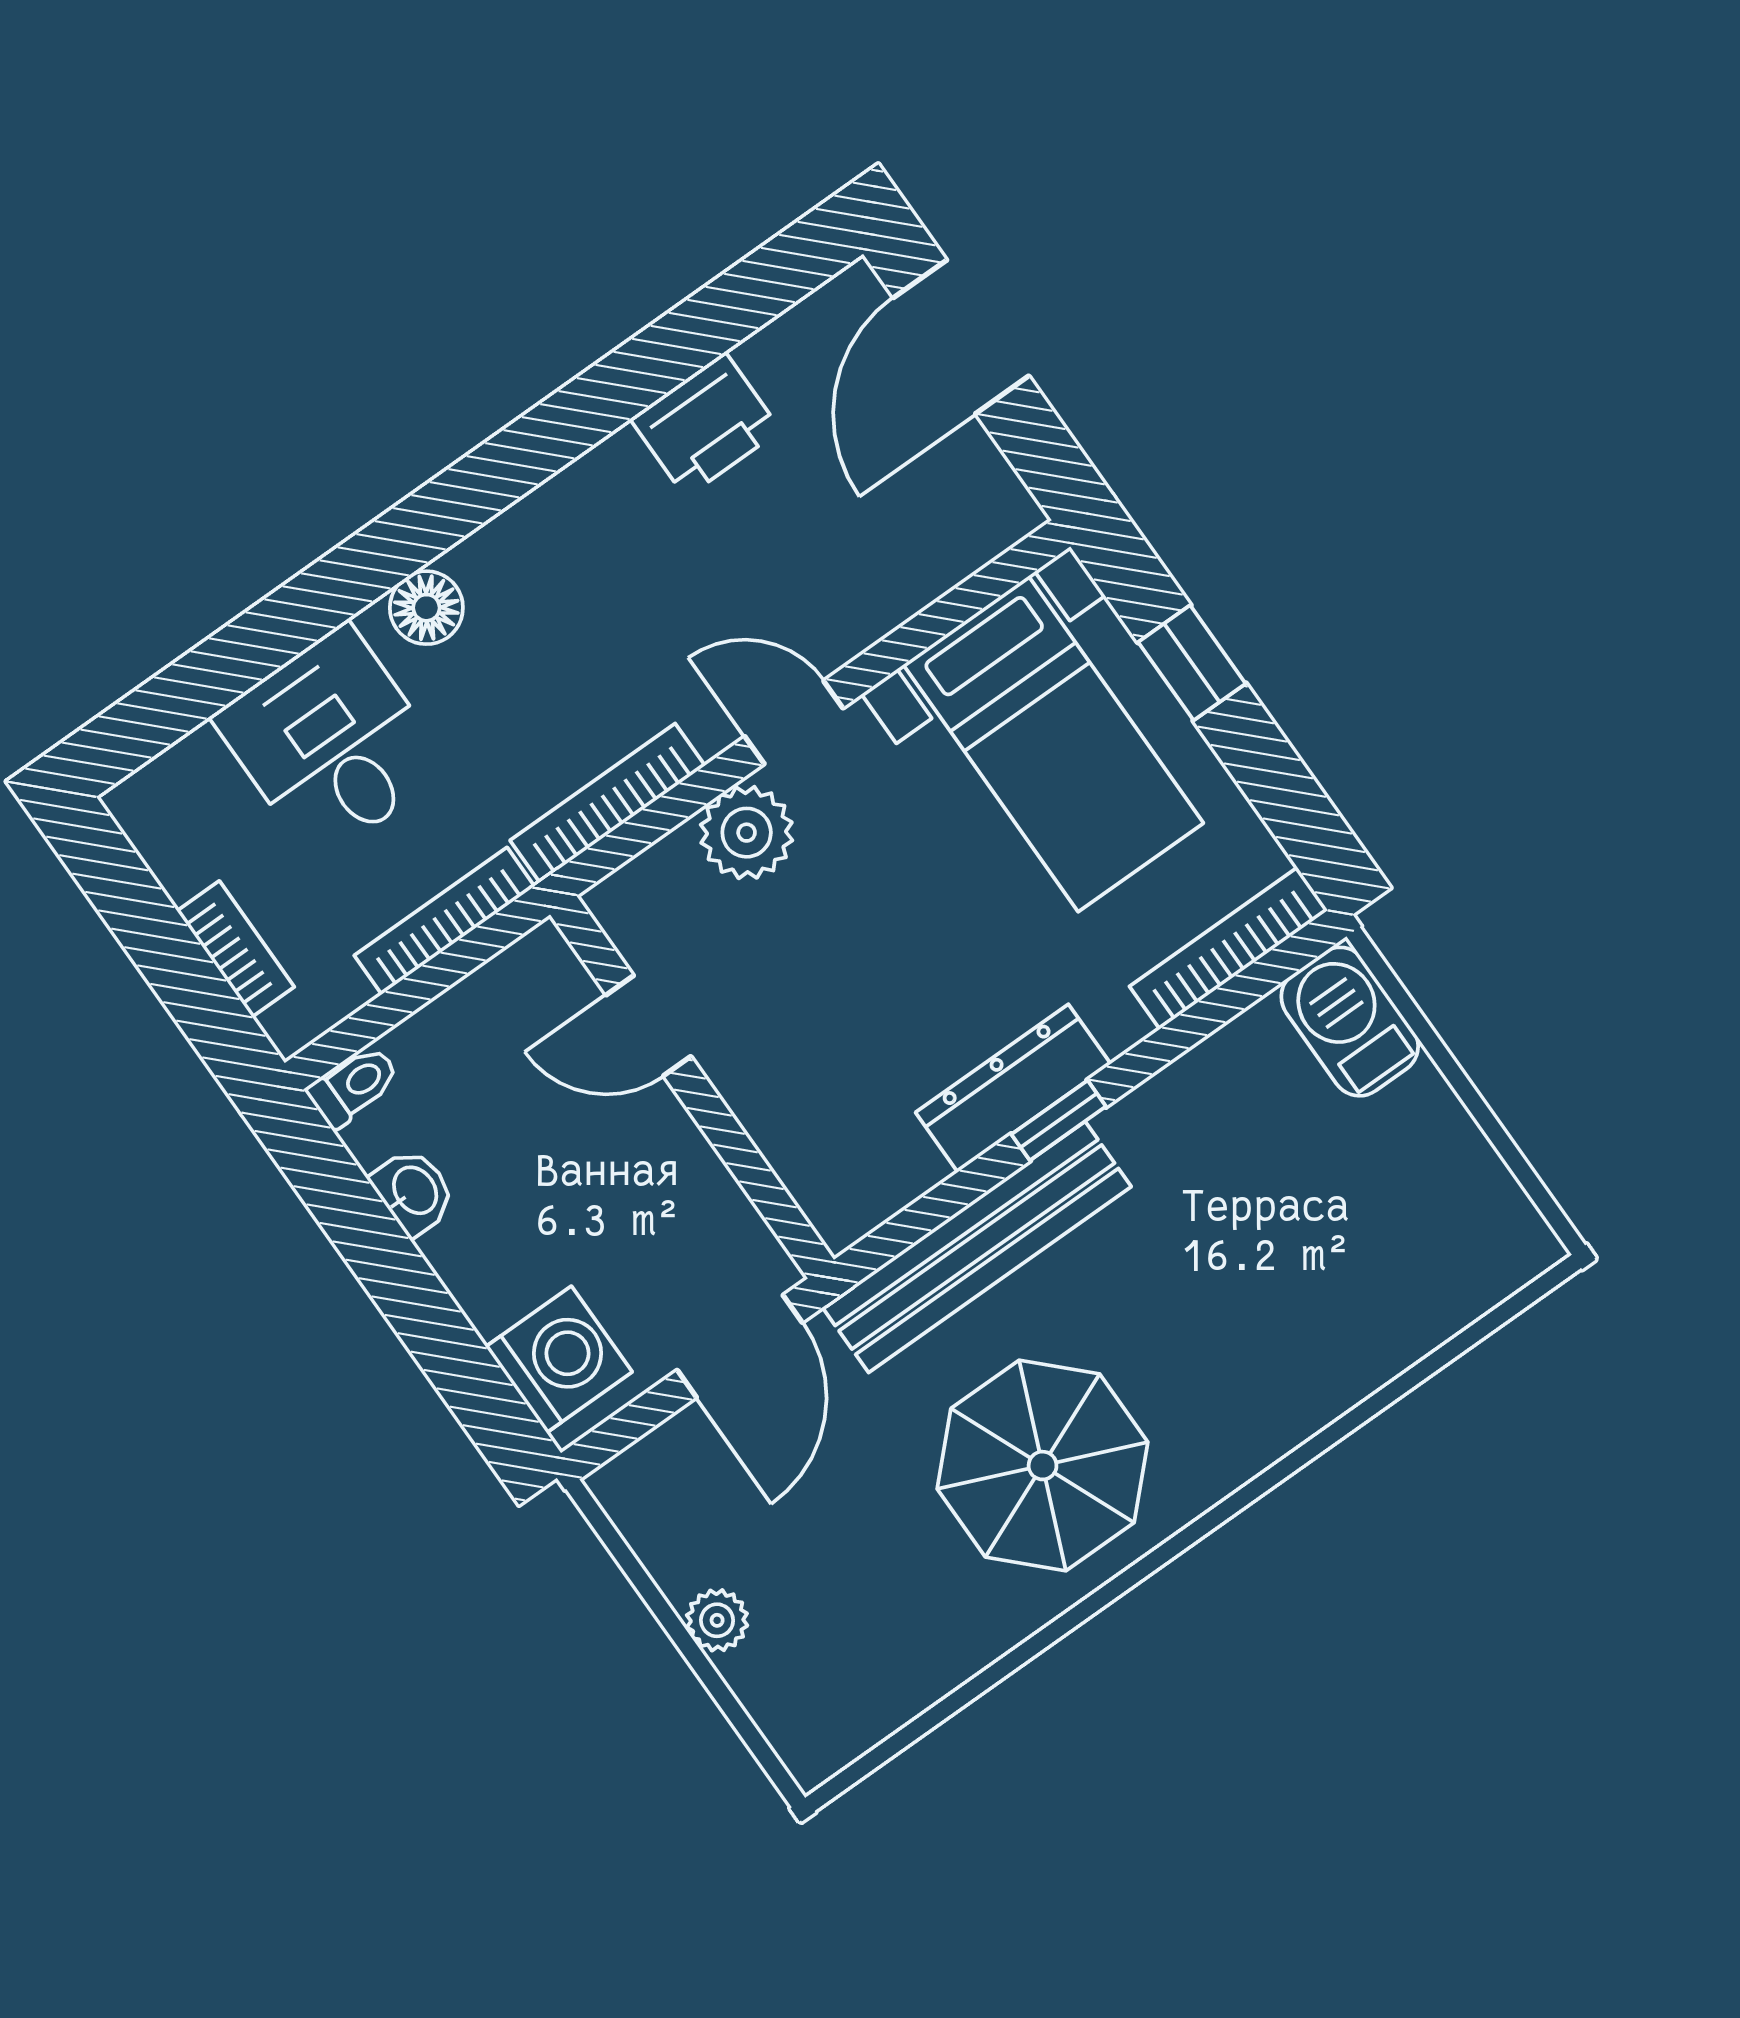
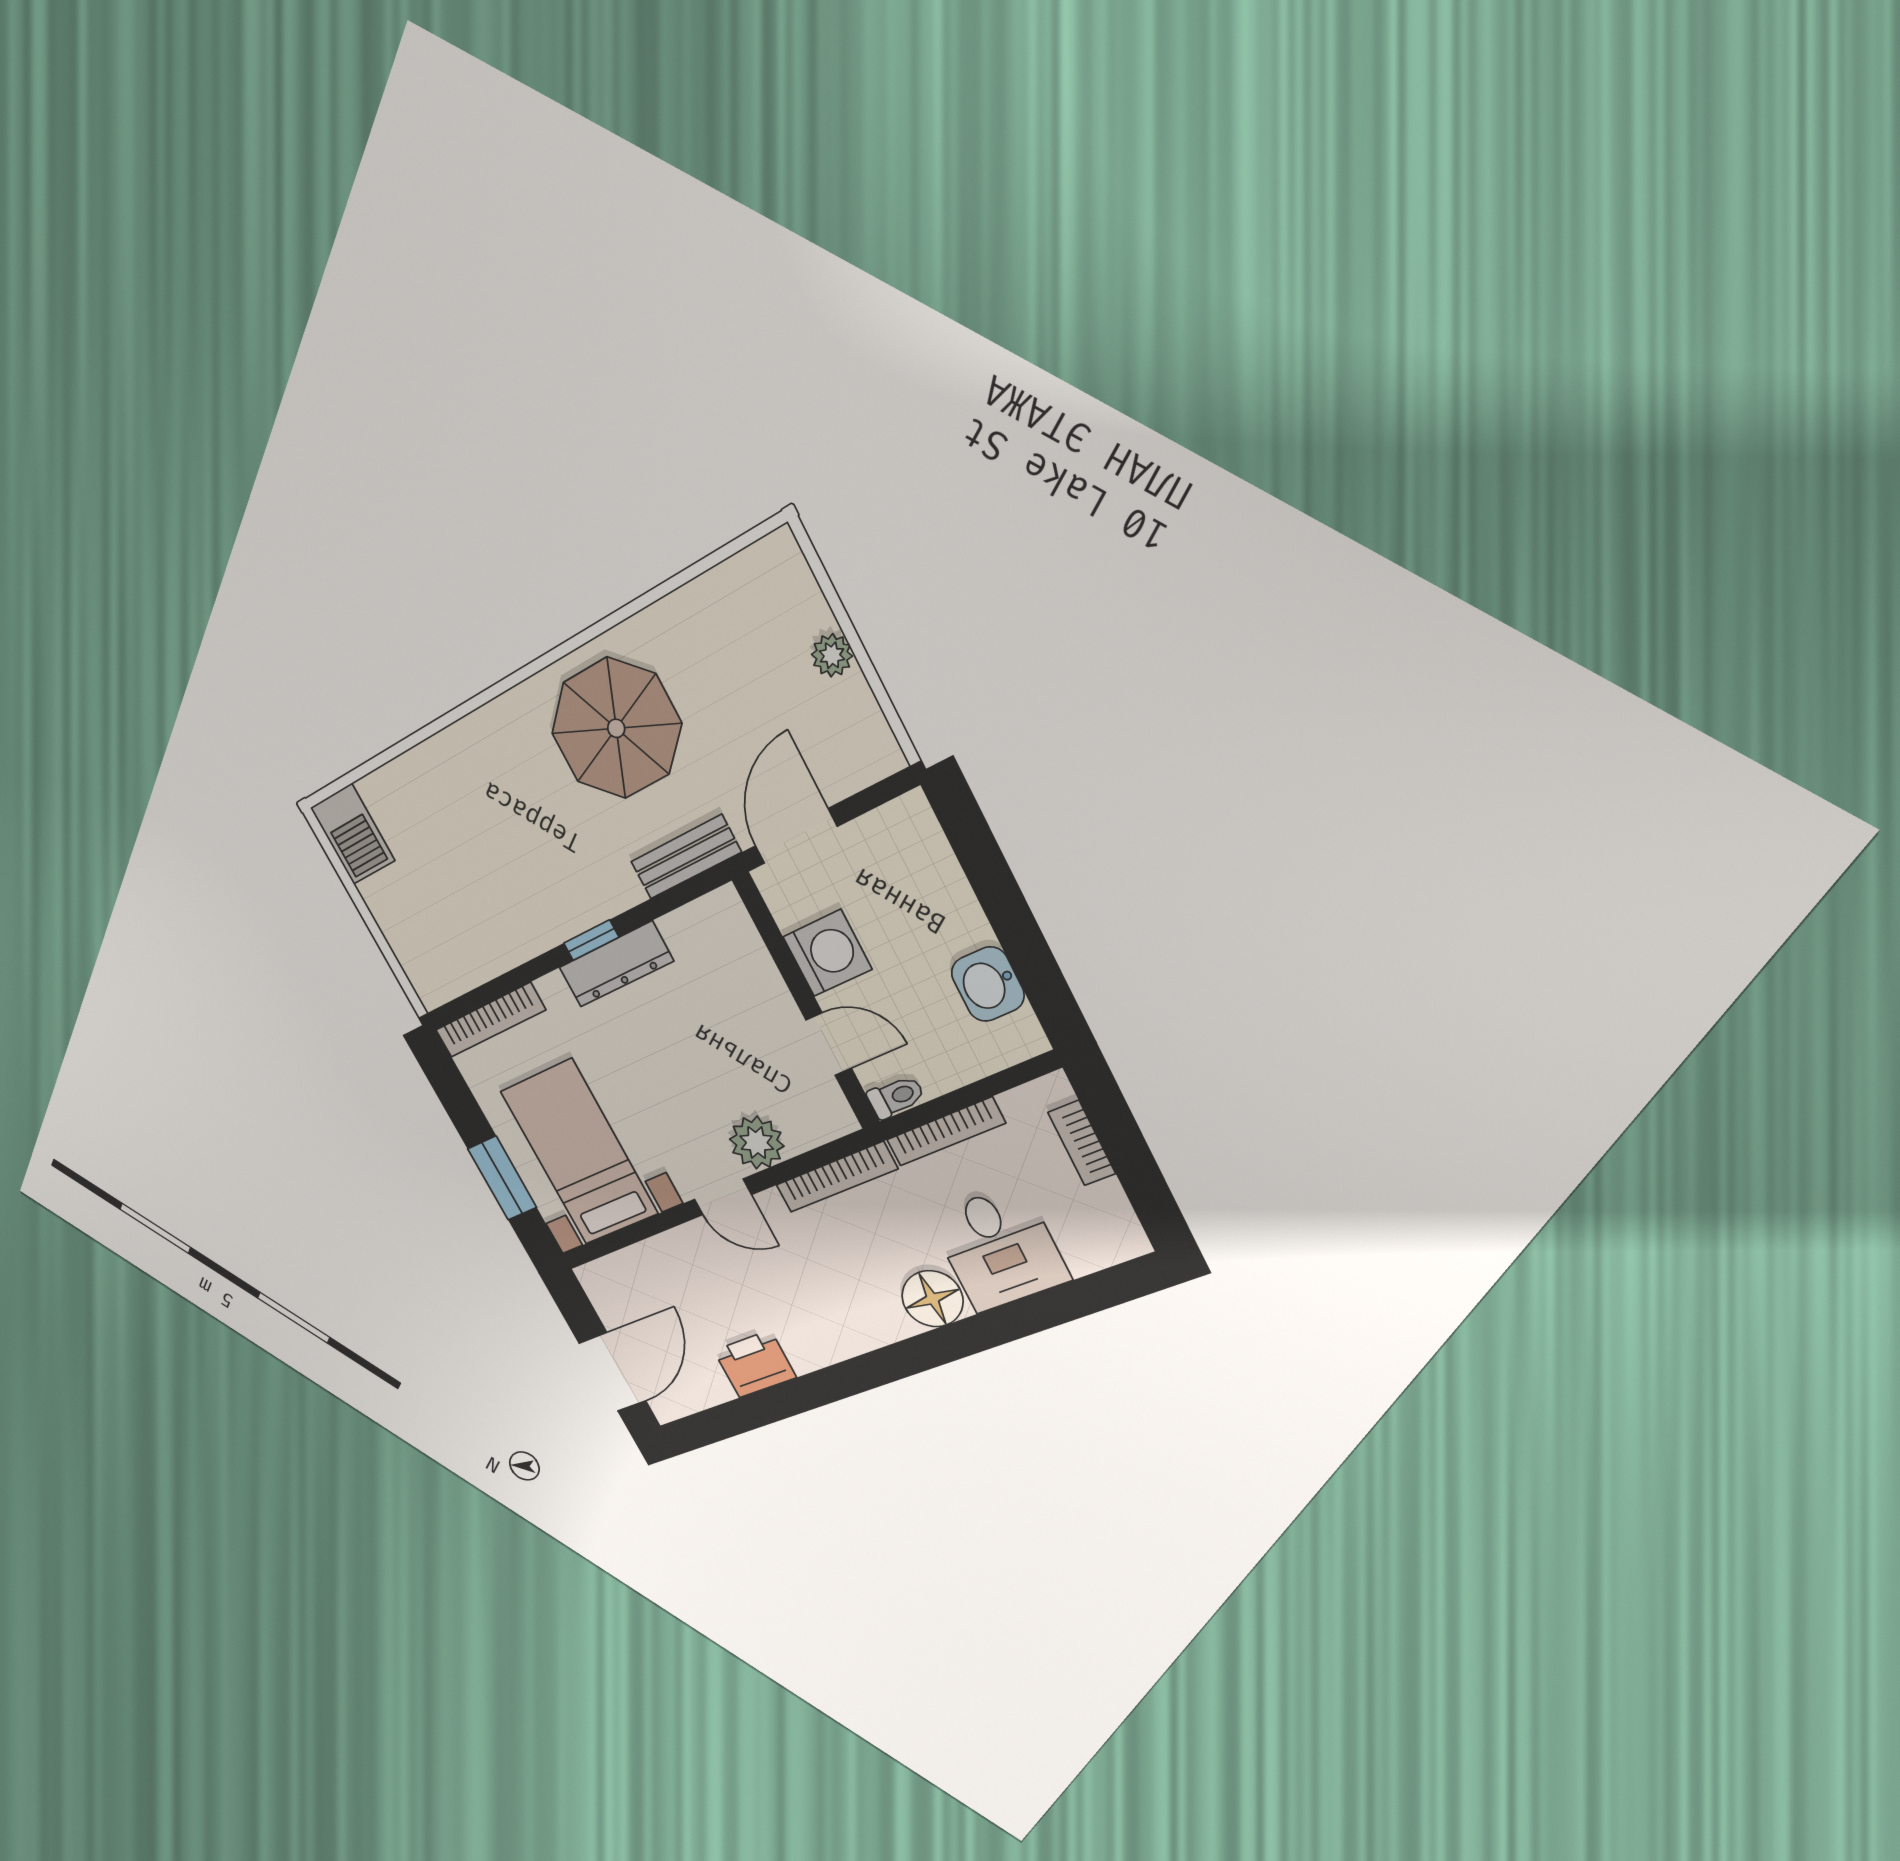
floor lamp: (426, 608) -> (933, 1299), width x1.38, depth x1.38
window: (1192, 663) -> (502, 1178), width x1.50
barbecue: (1350, 1022) -> (353, 834), moved
toilet: (354, 1086) -> (896, 1097), moved, turned 180
washbasin: (414, 1191) -> (988, 984), width x1.38, depth x1.45
bench: (977, 1247) -> (686, 857), width x0.54, depth x0.82
washing machine: (559, 1359) -> (827, 953), moved, turned 180

